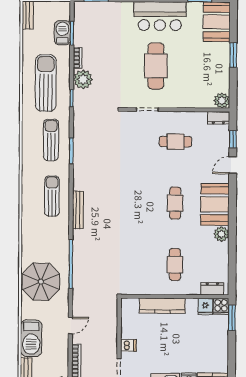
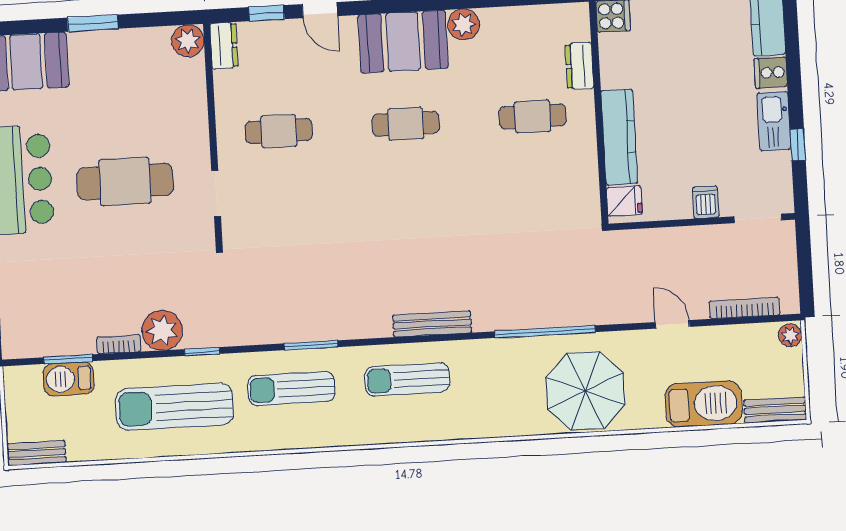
cafe table: (176, 142) -> (279, 131), turned 90
dresser: (212, 289) -> (579, 66), moved
fridge: (205, 307) -> (624, 201), moved

